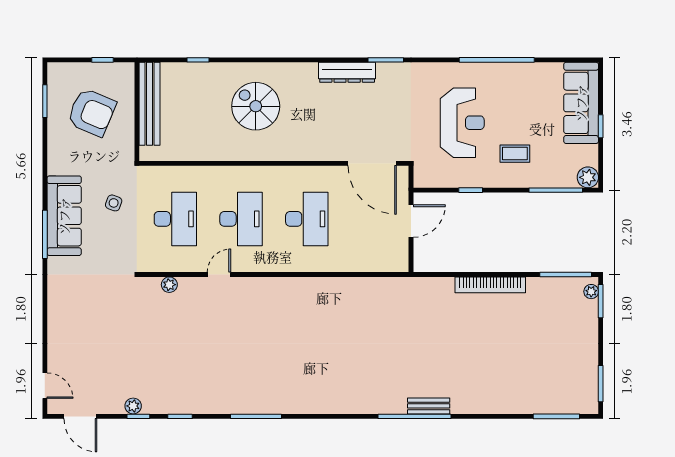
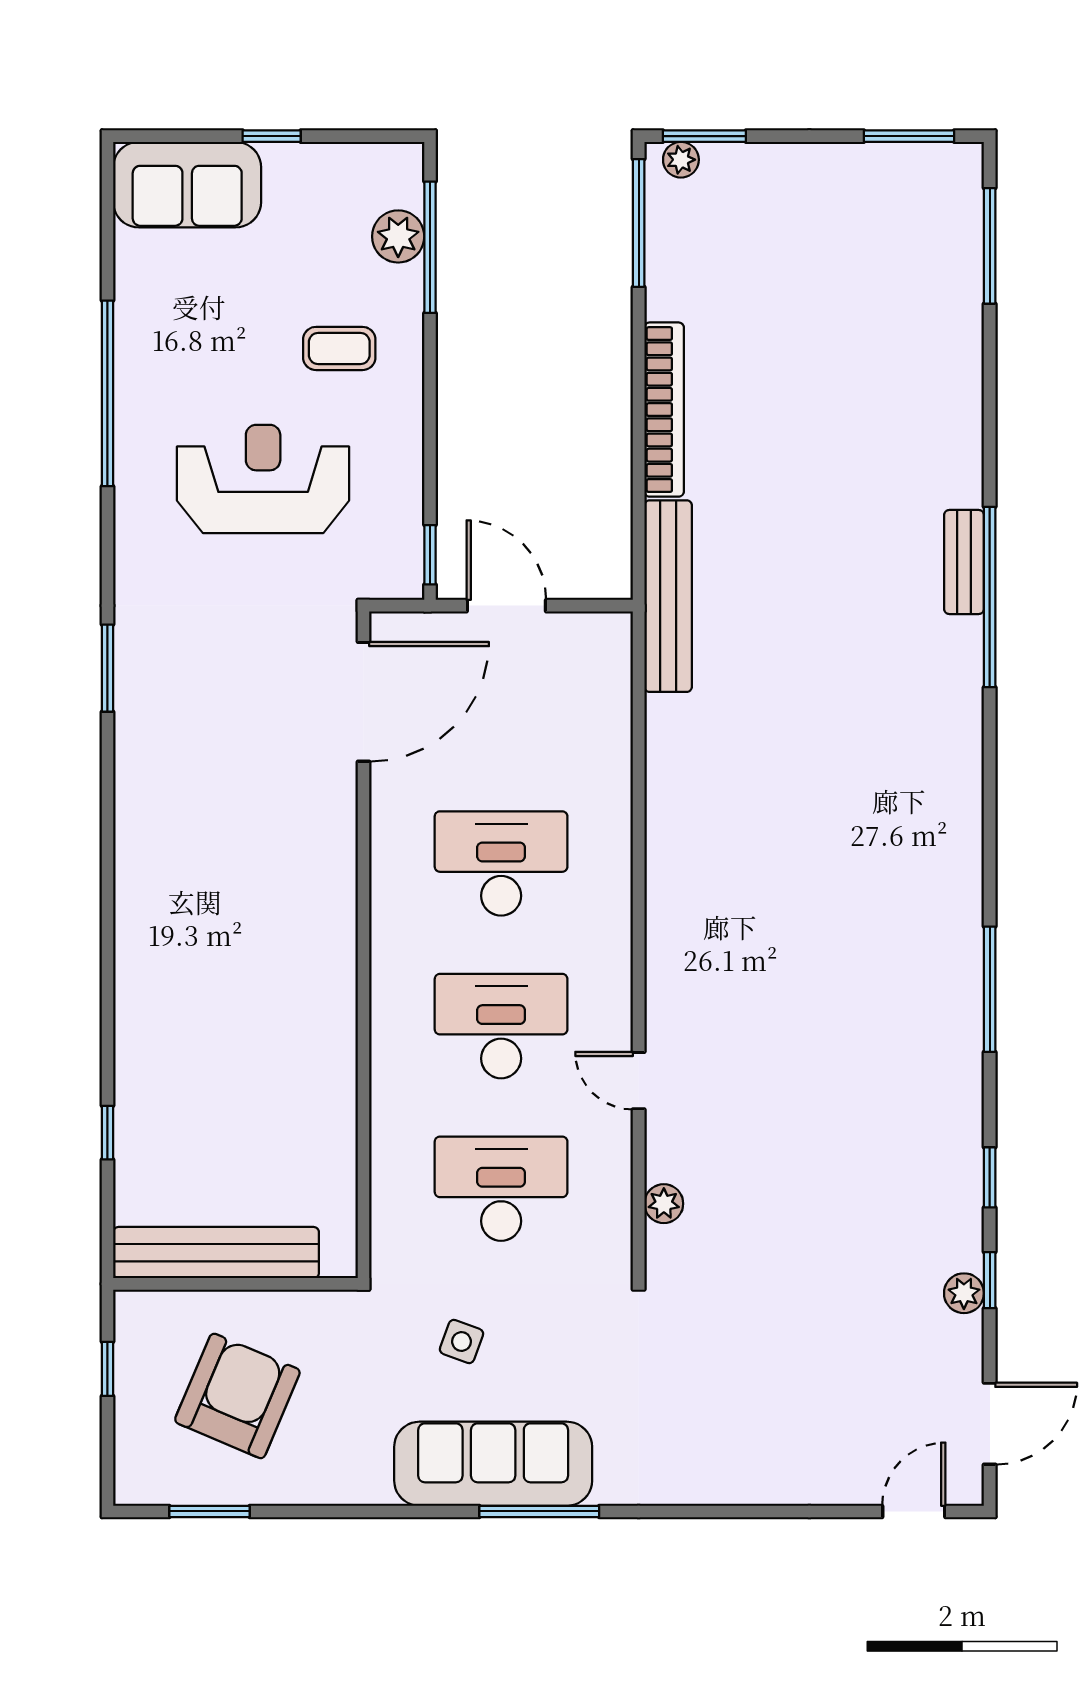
dresser: (347, 72) -> (138, 764), removed
sofa: (581, 103) -> (187, 185), width x0.73
spiral stairs: (256, 106) -> (222, 990), removed
coffee table: (515, 154) -> (339, 348), turned 90
plant: (588, 177) -> (398, 236), moved
window: (471, 190) -> (430, 555), moved
bench: (415, 286) -> (668, 596), added

